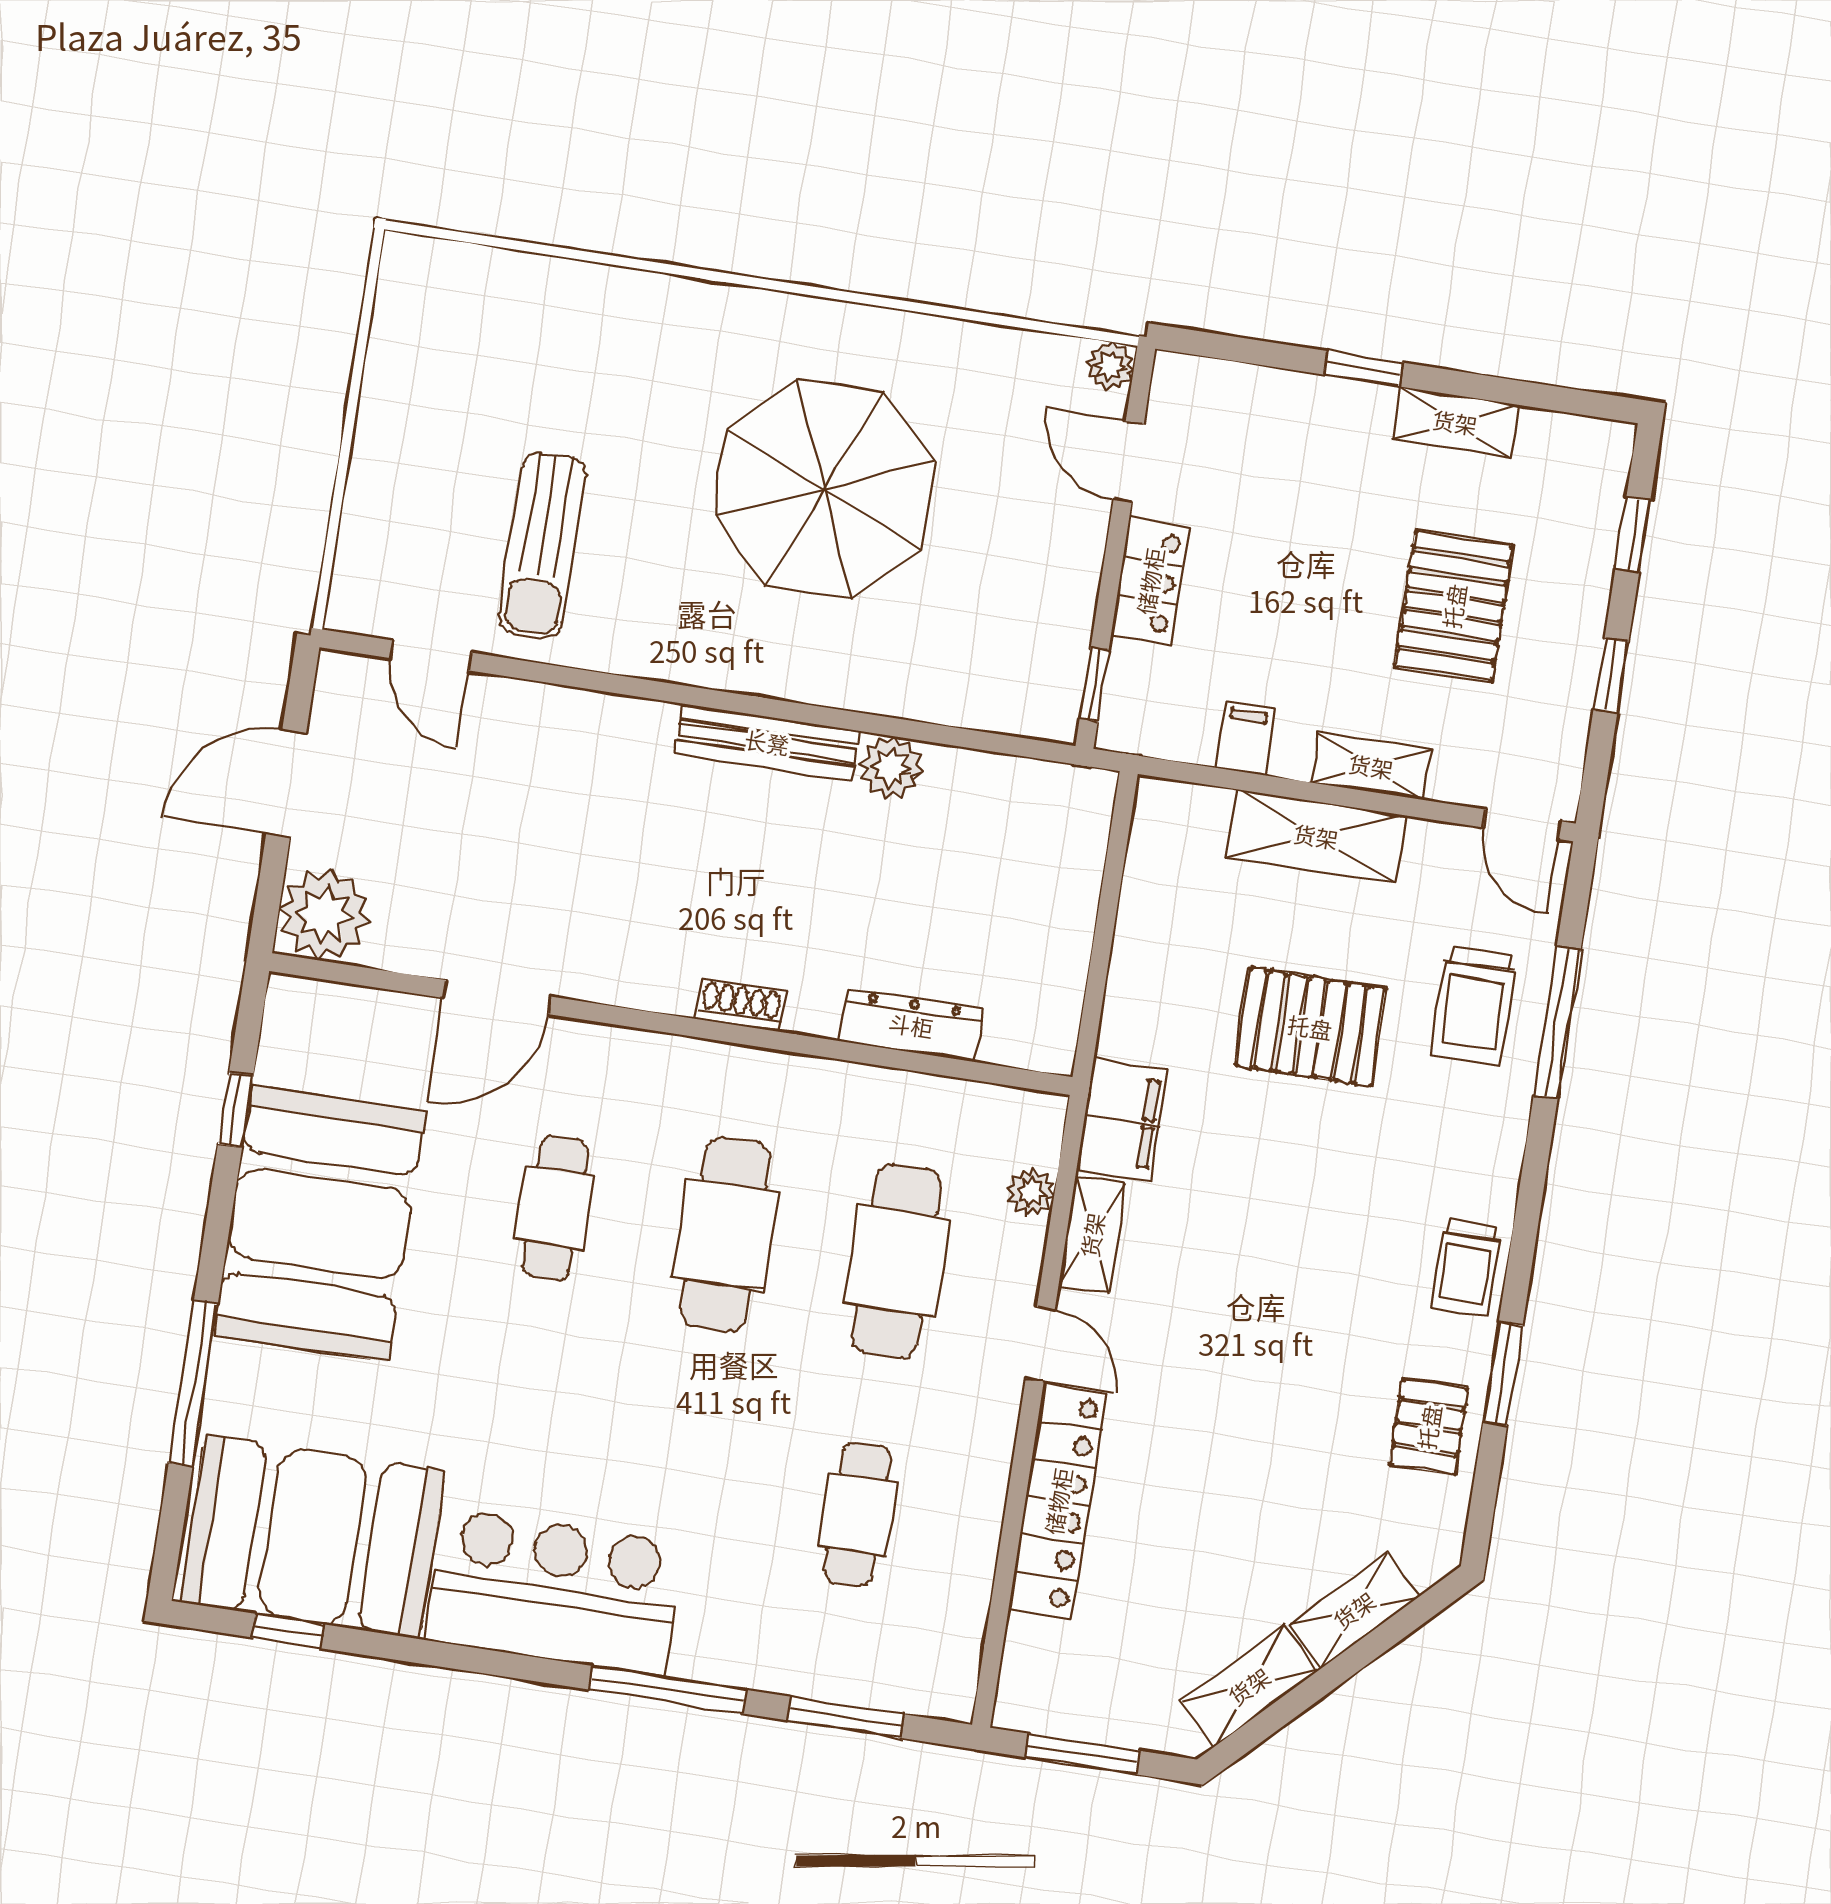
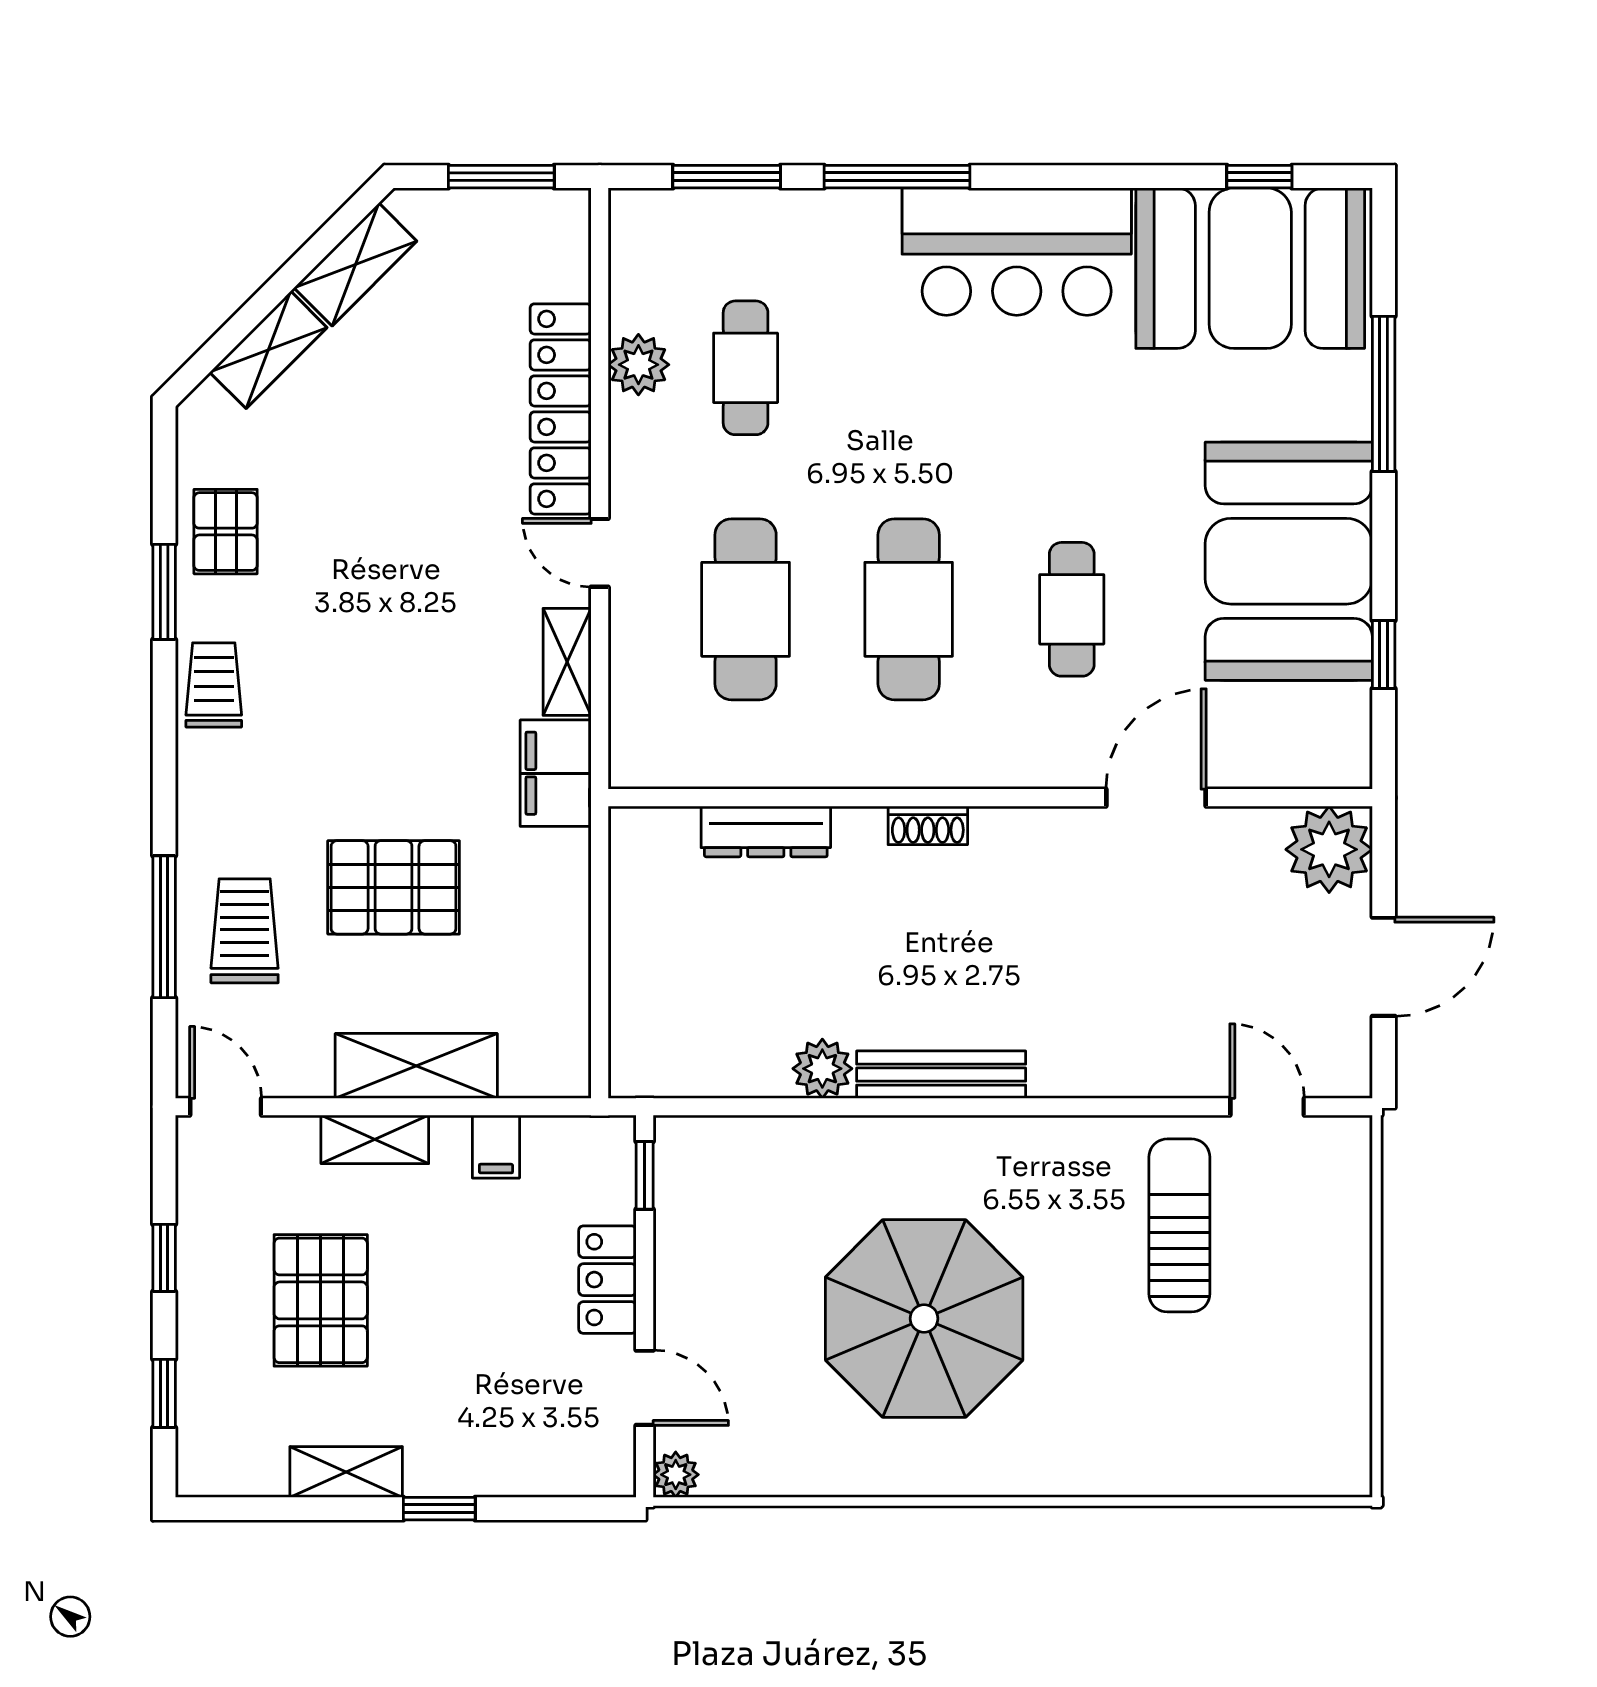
plant: (1031, 1192) -> (638, 365), moved, width x1.38, depth x1.38

